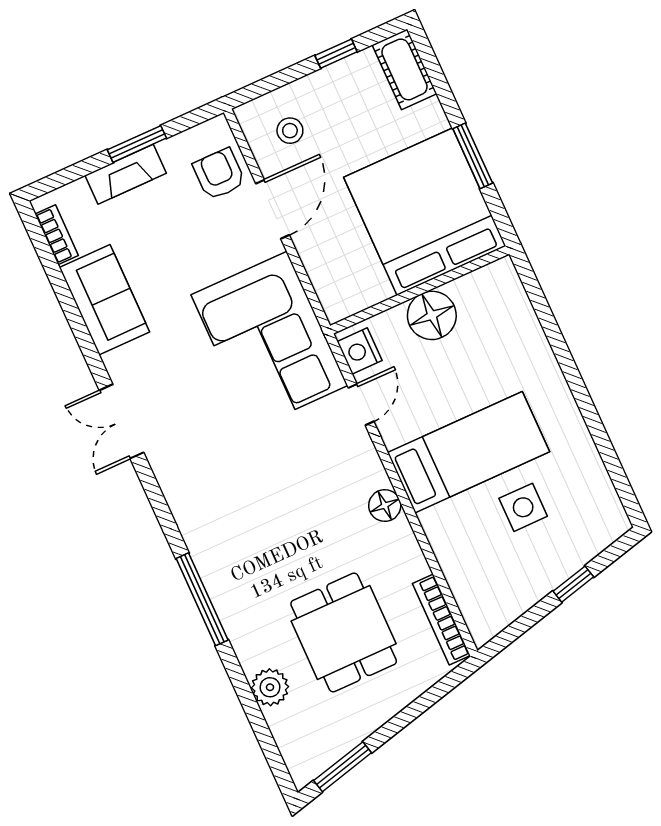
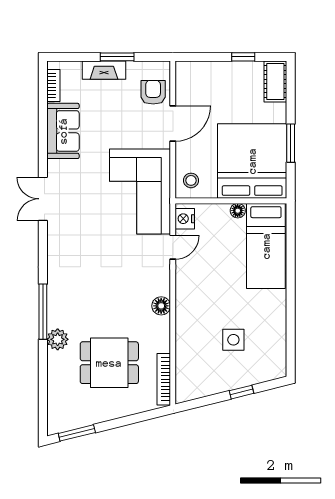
stool: (290, 131) -> (191, 180), moved
floor lamp: (432, 315) -> (238, 211), width x0.53, depth x0.53
bed: (469, 452) -> (266, 246), moved, turned 90
dining table: (344, 632) -> (109, 363), turned 90
plant: (270, 687) -> (58, 339), moved

